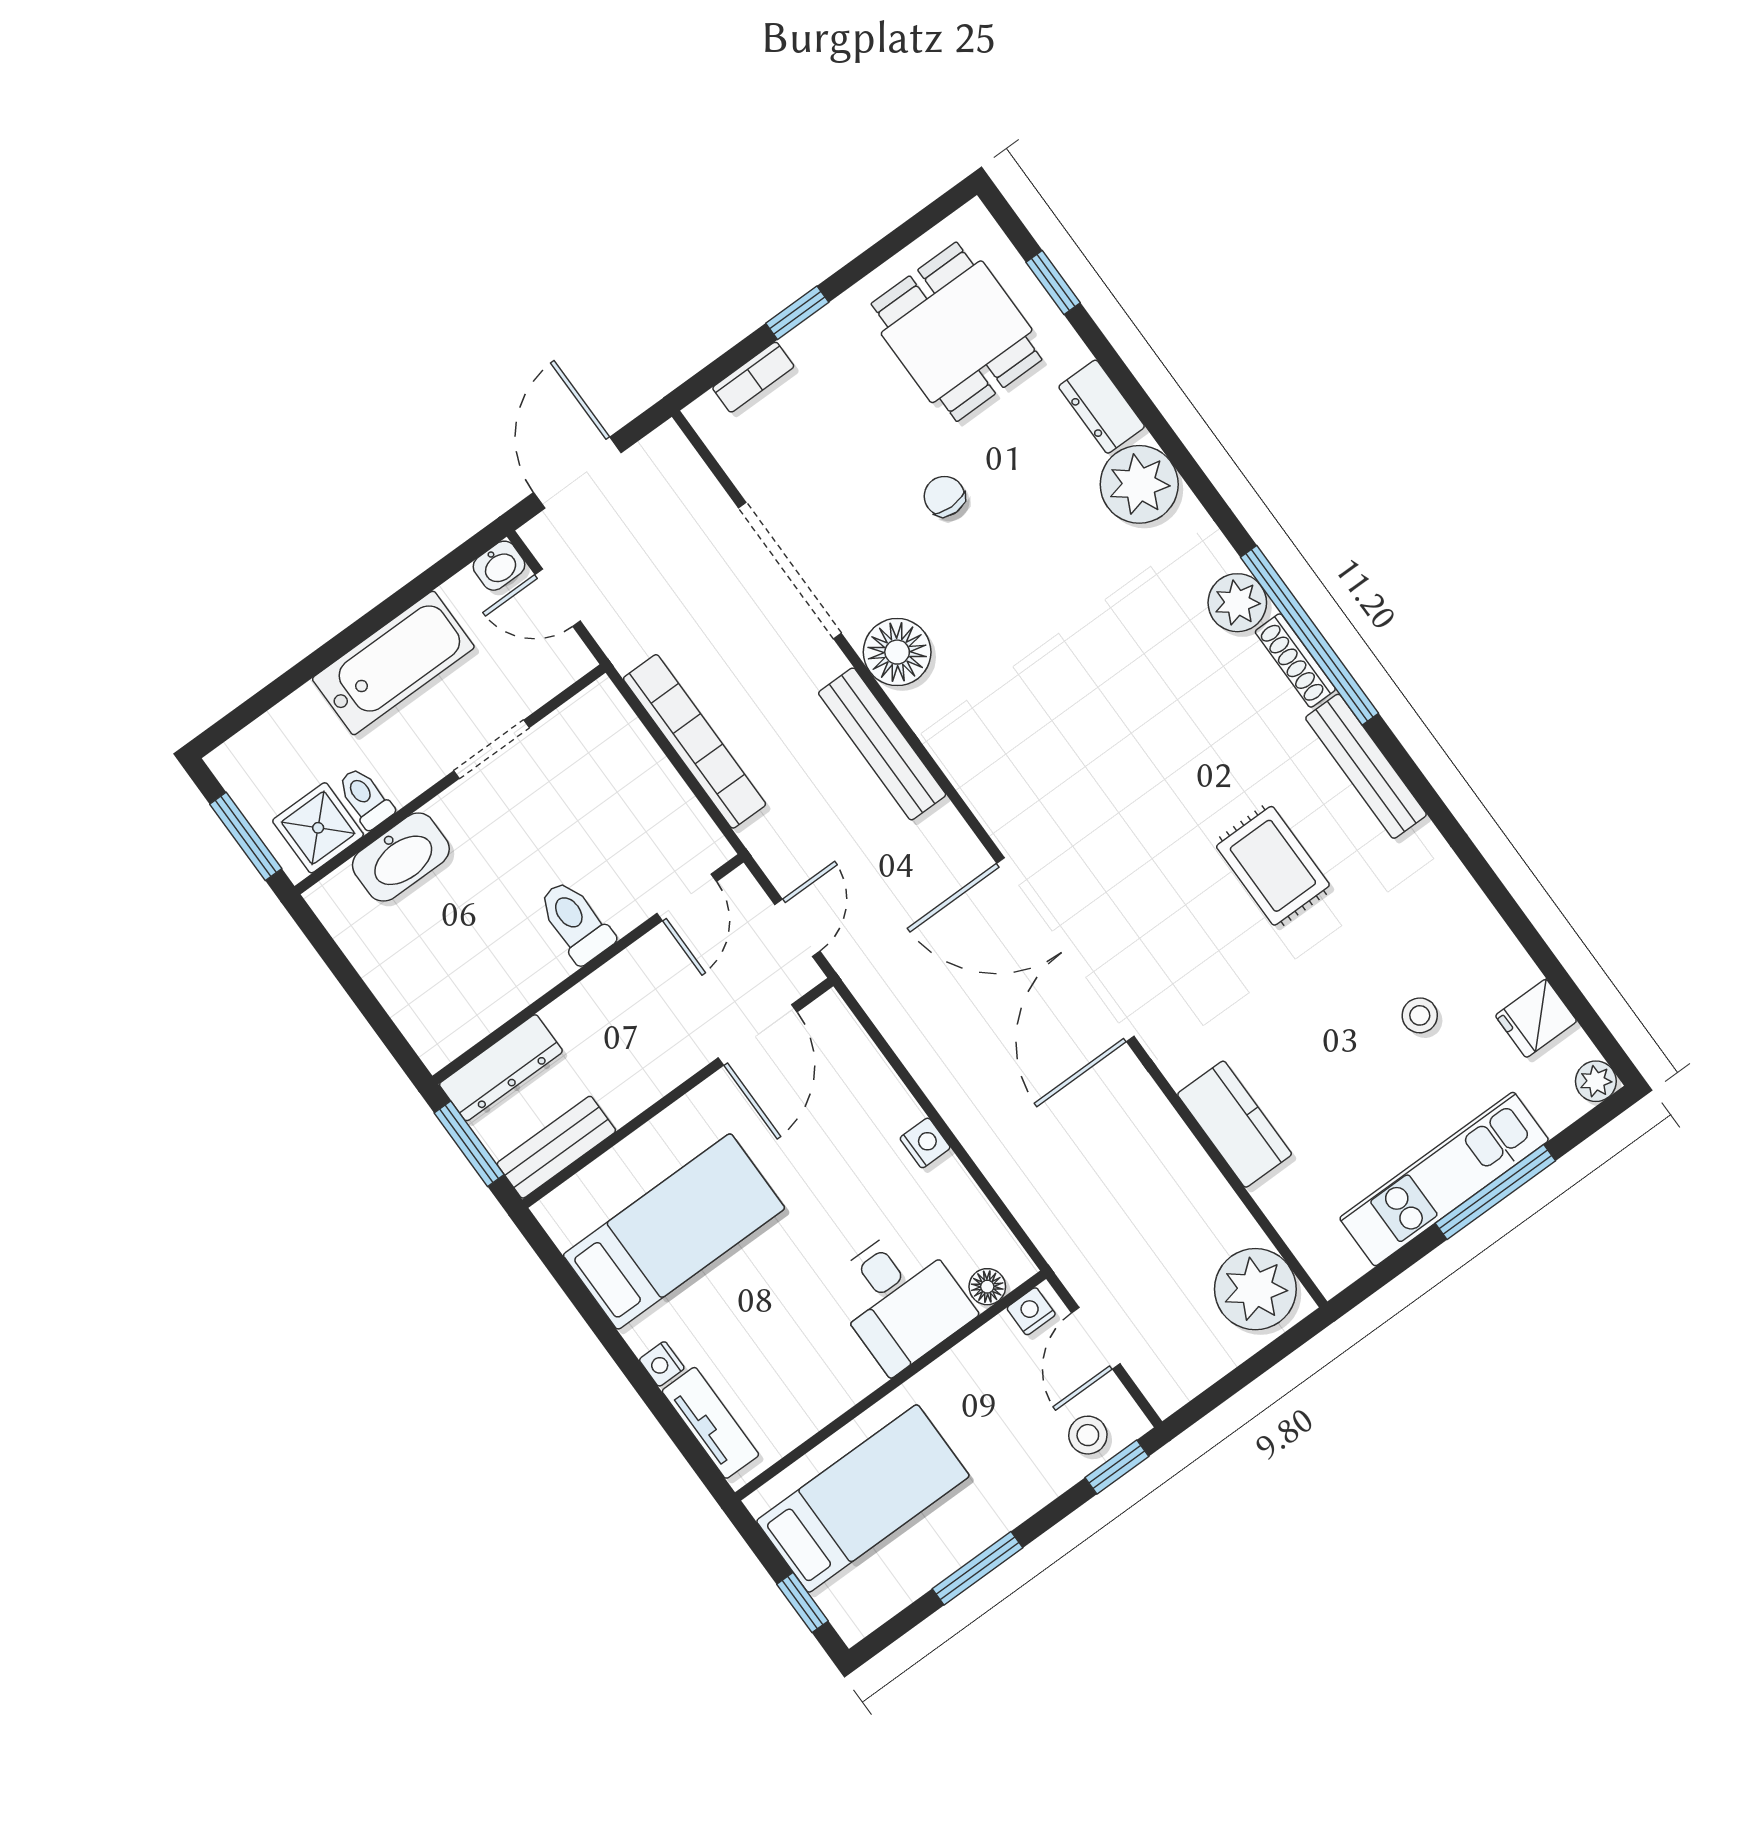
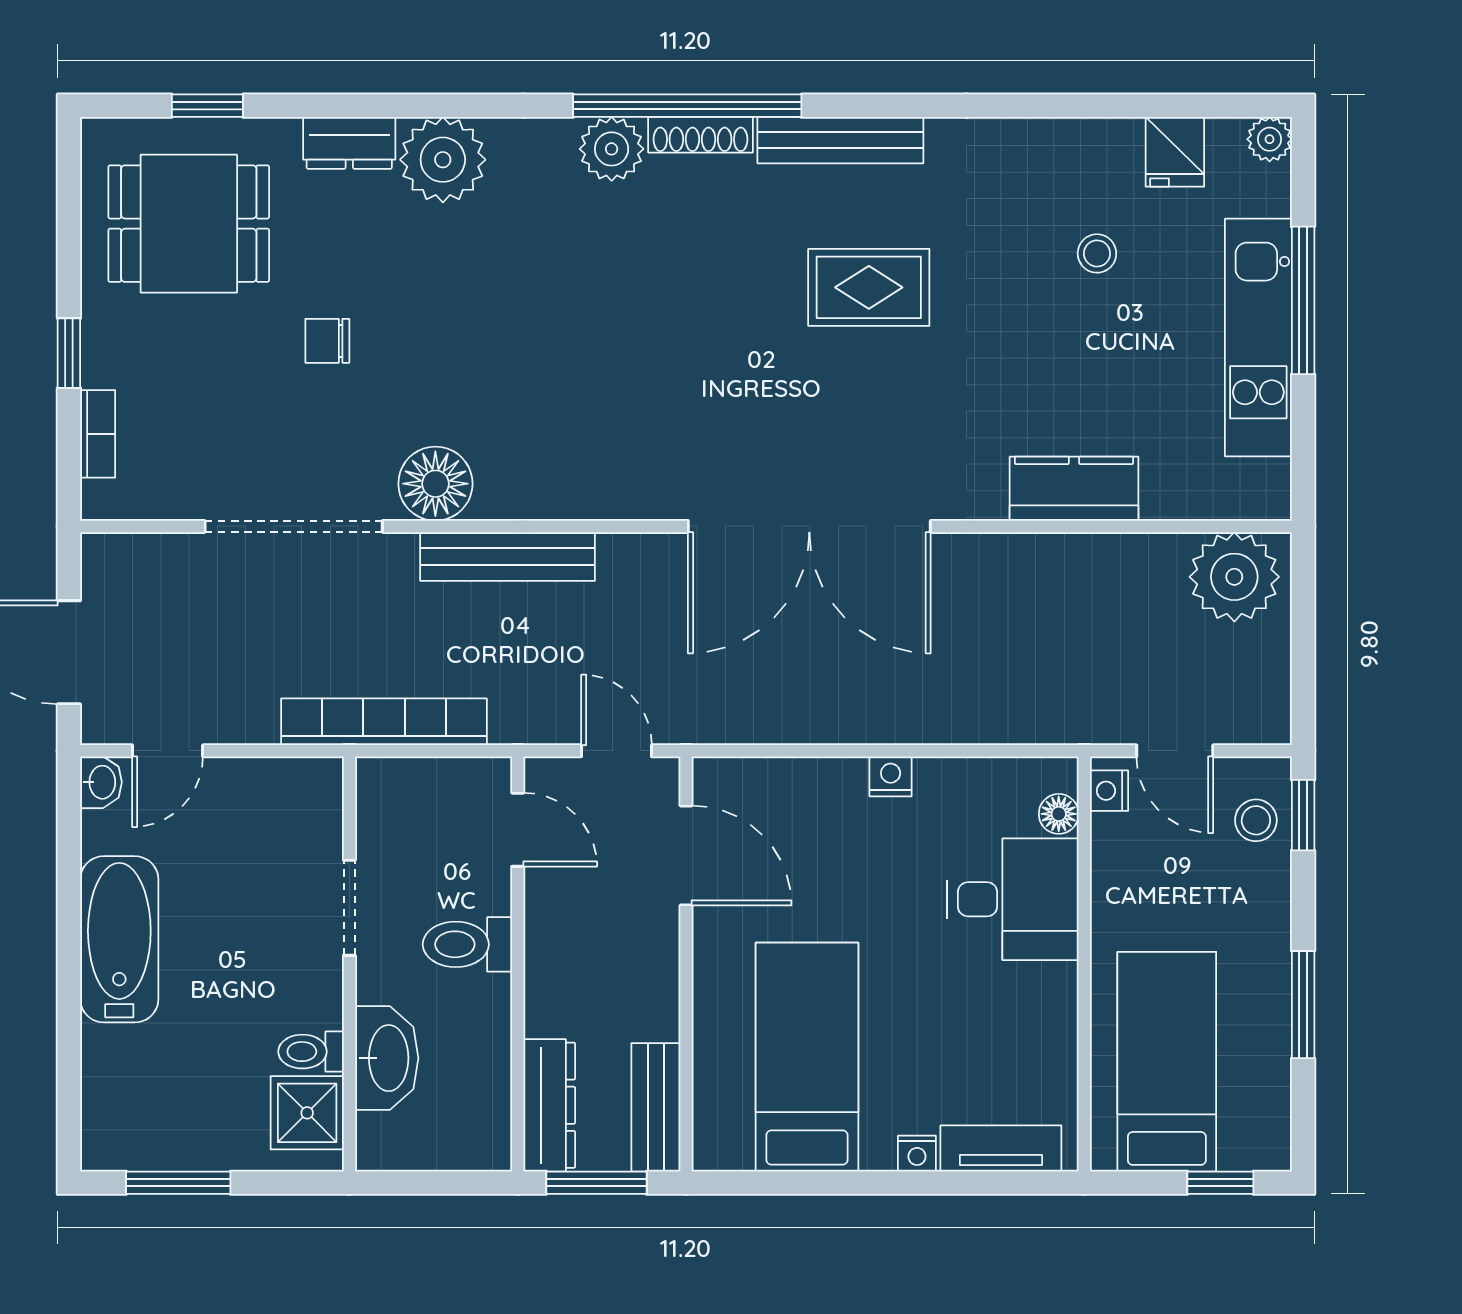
doorway: (491, 749) -> (349, 908), moved
wall: (450, 779) -> (349, 964), moved
toilet: (365, 798) -> (311, 1052), moved
shower: (318, 828) -> (307, 1113), moved
washbasin: (401, 857) -> (387, 1058), moved

